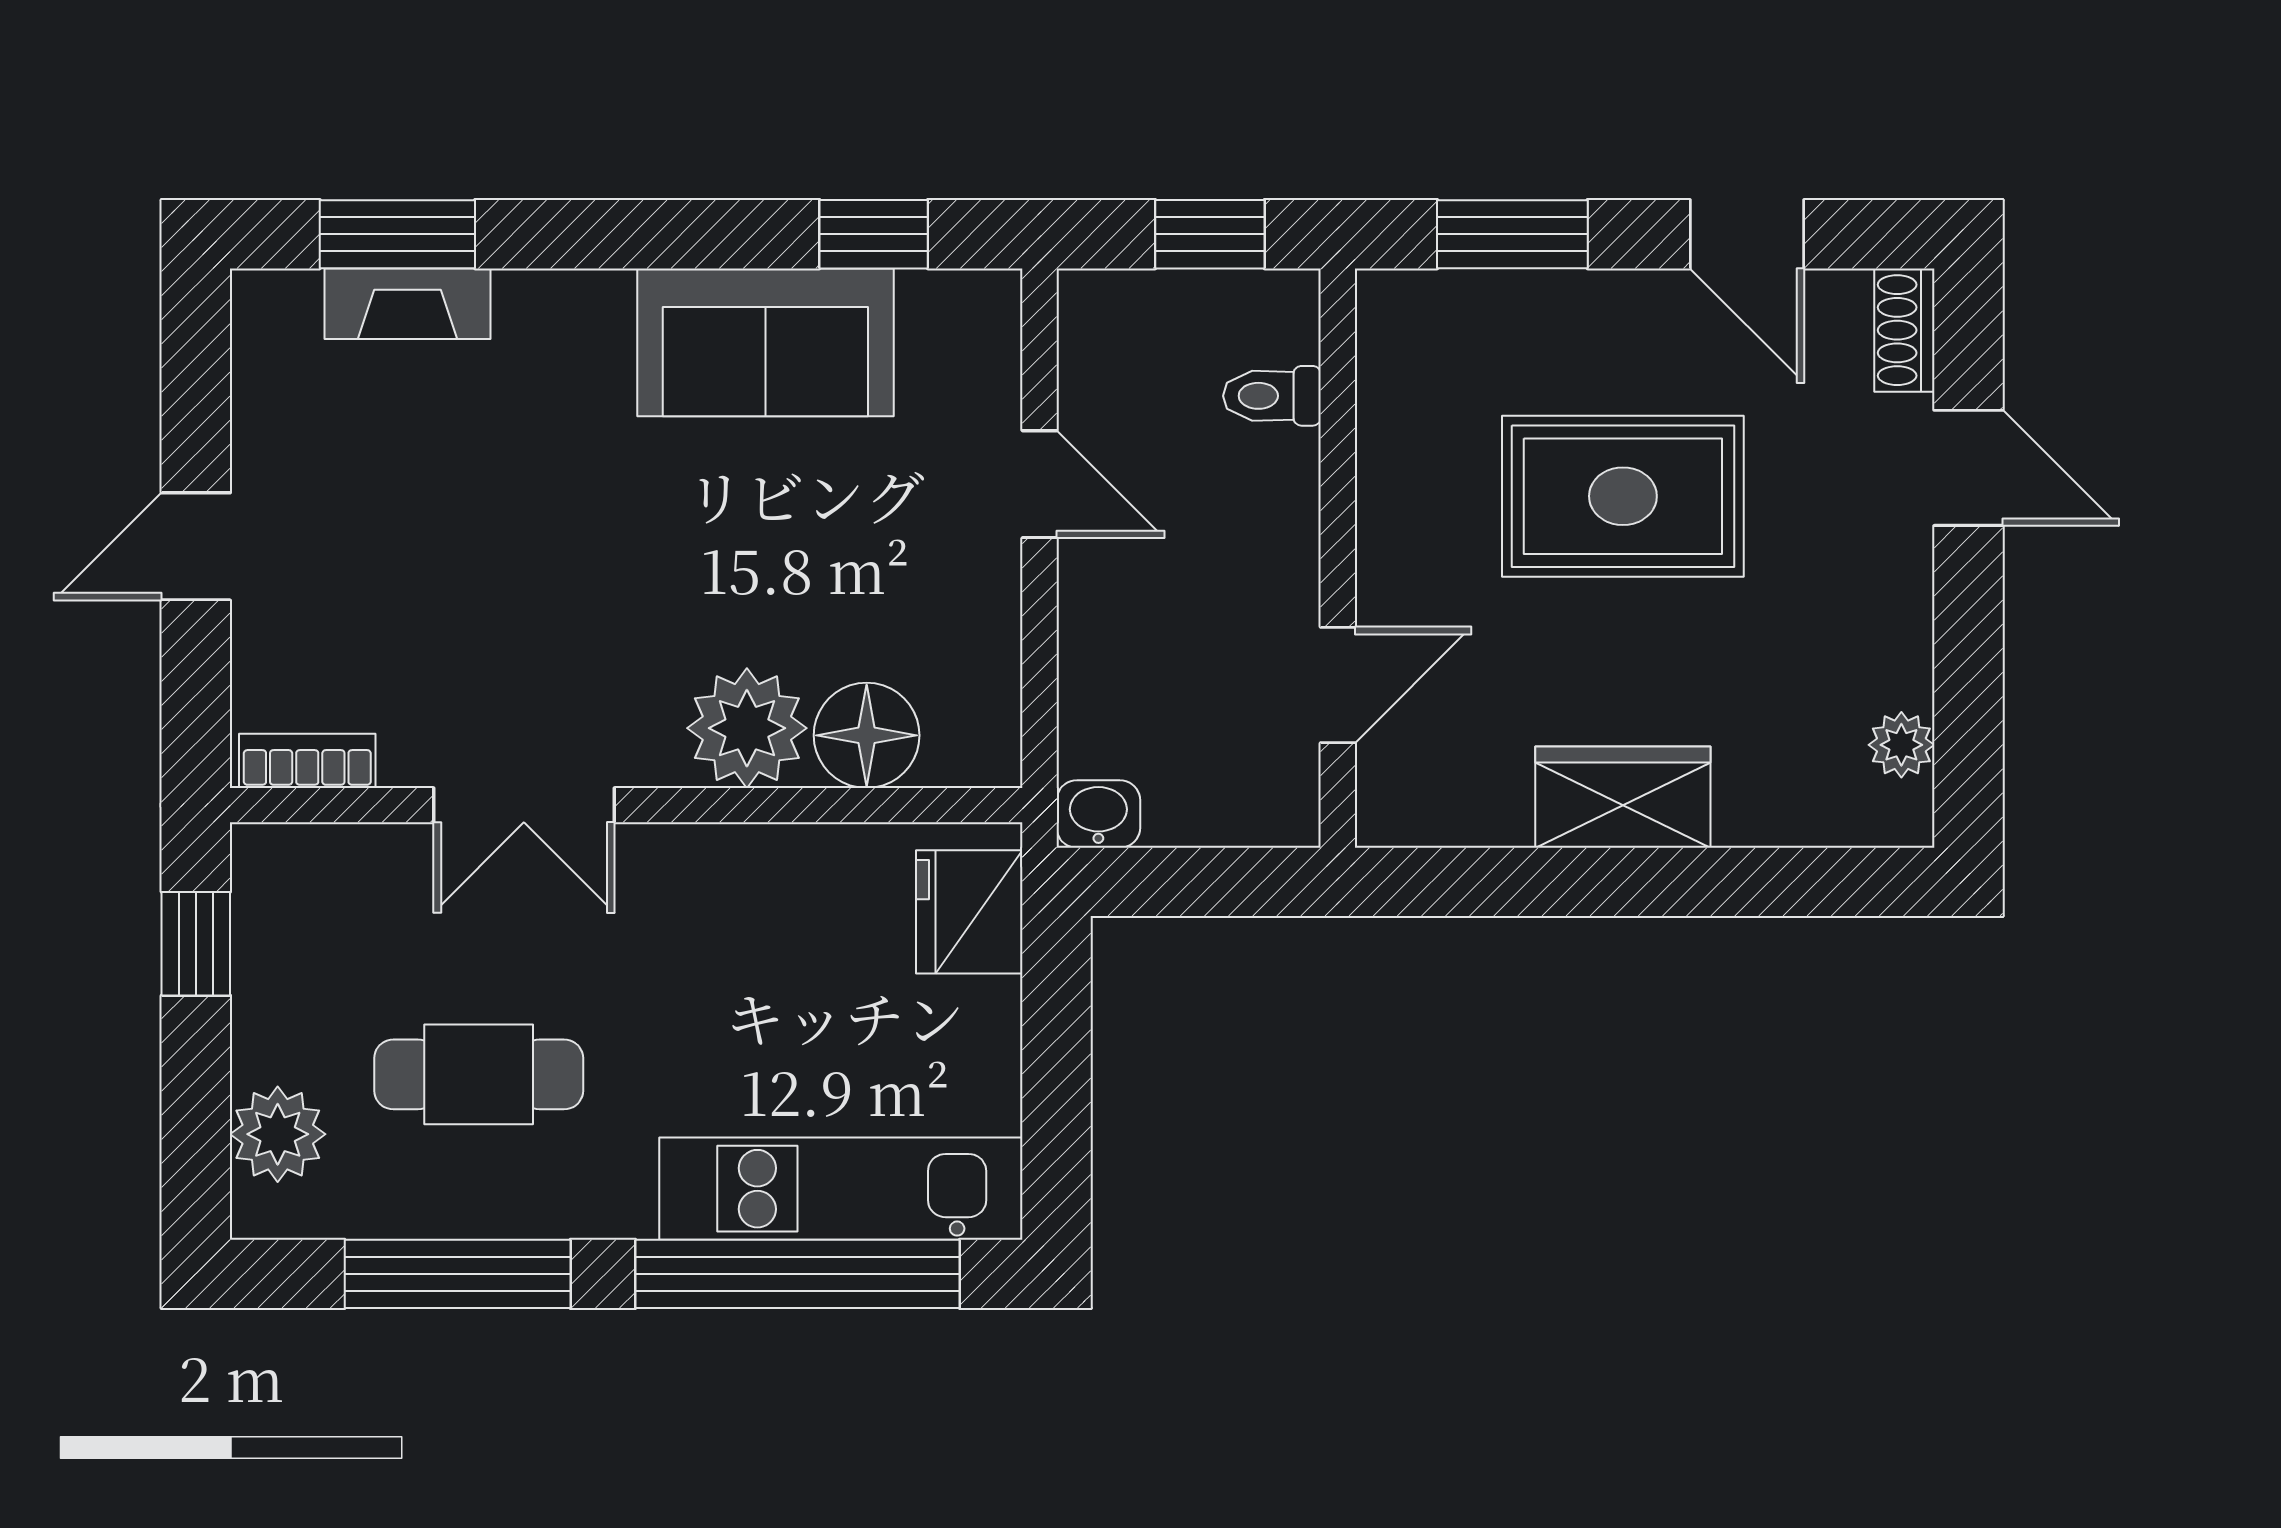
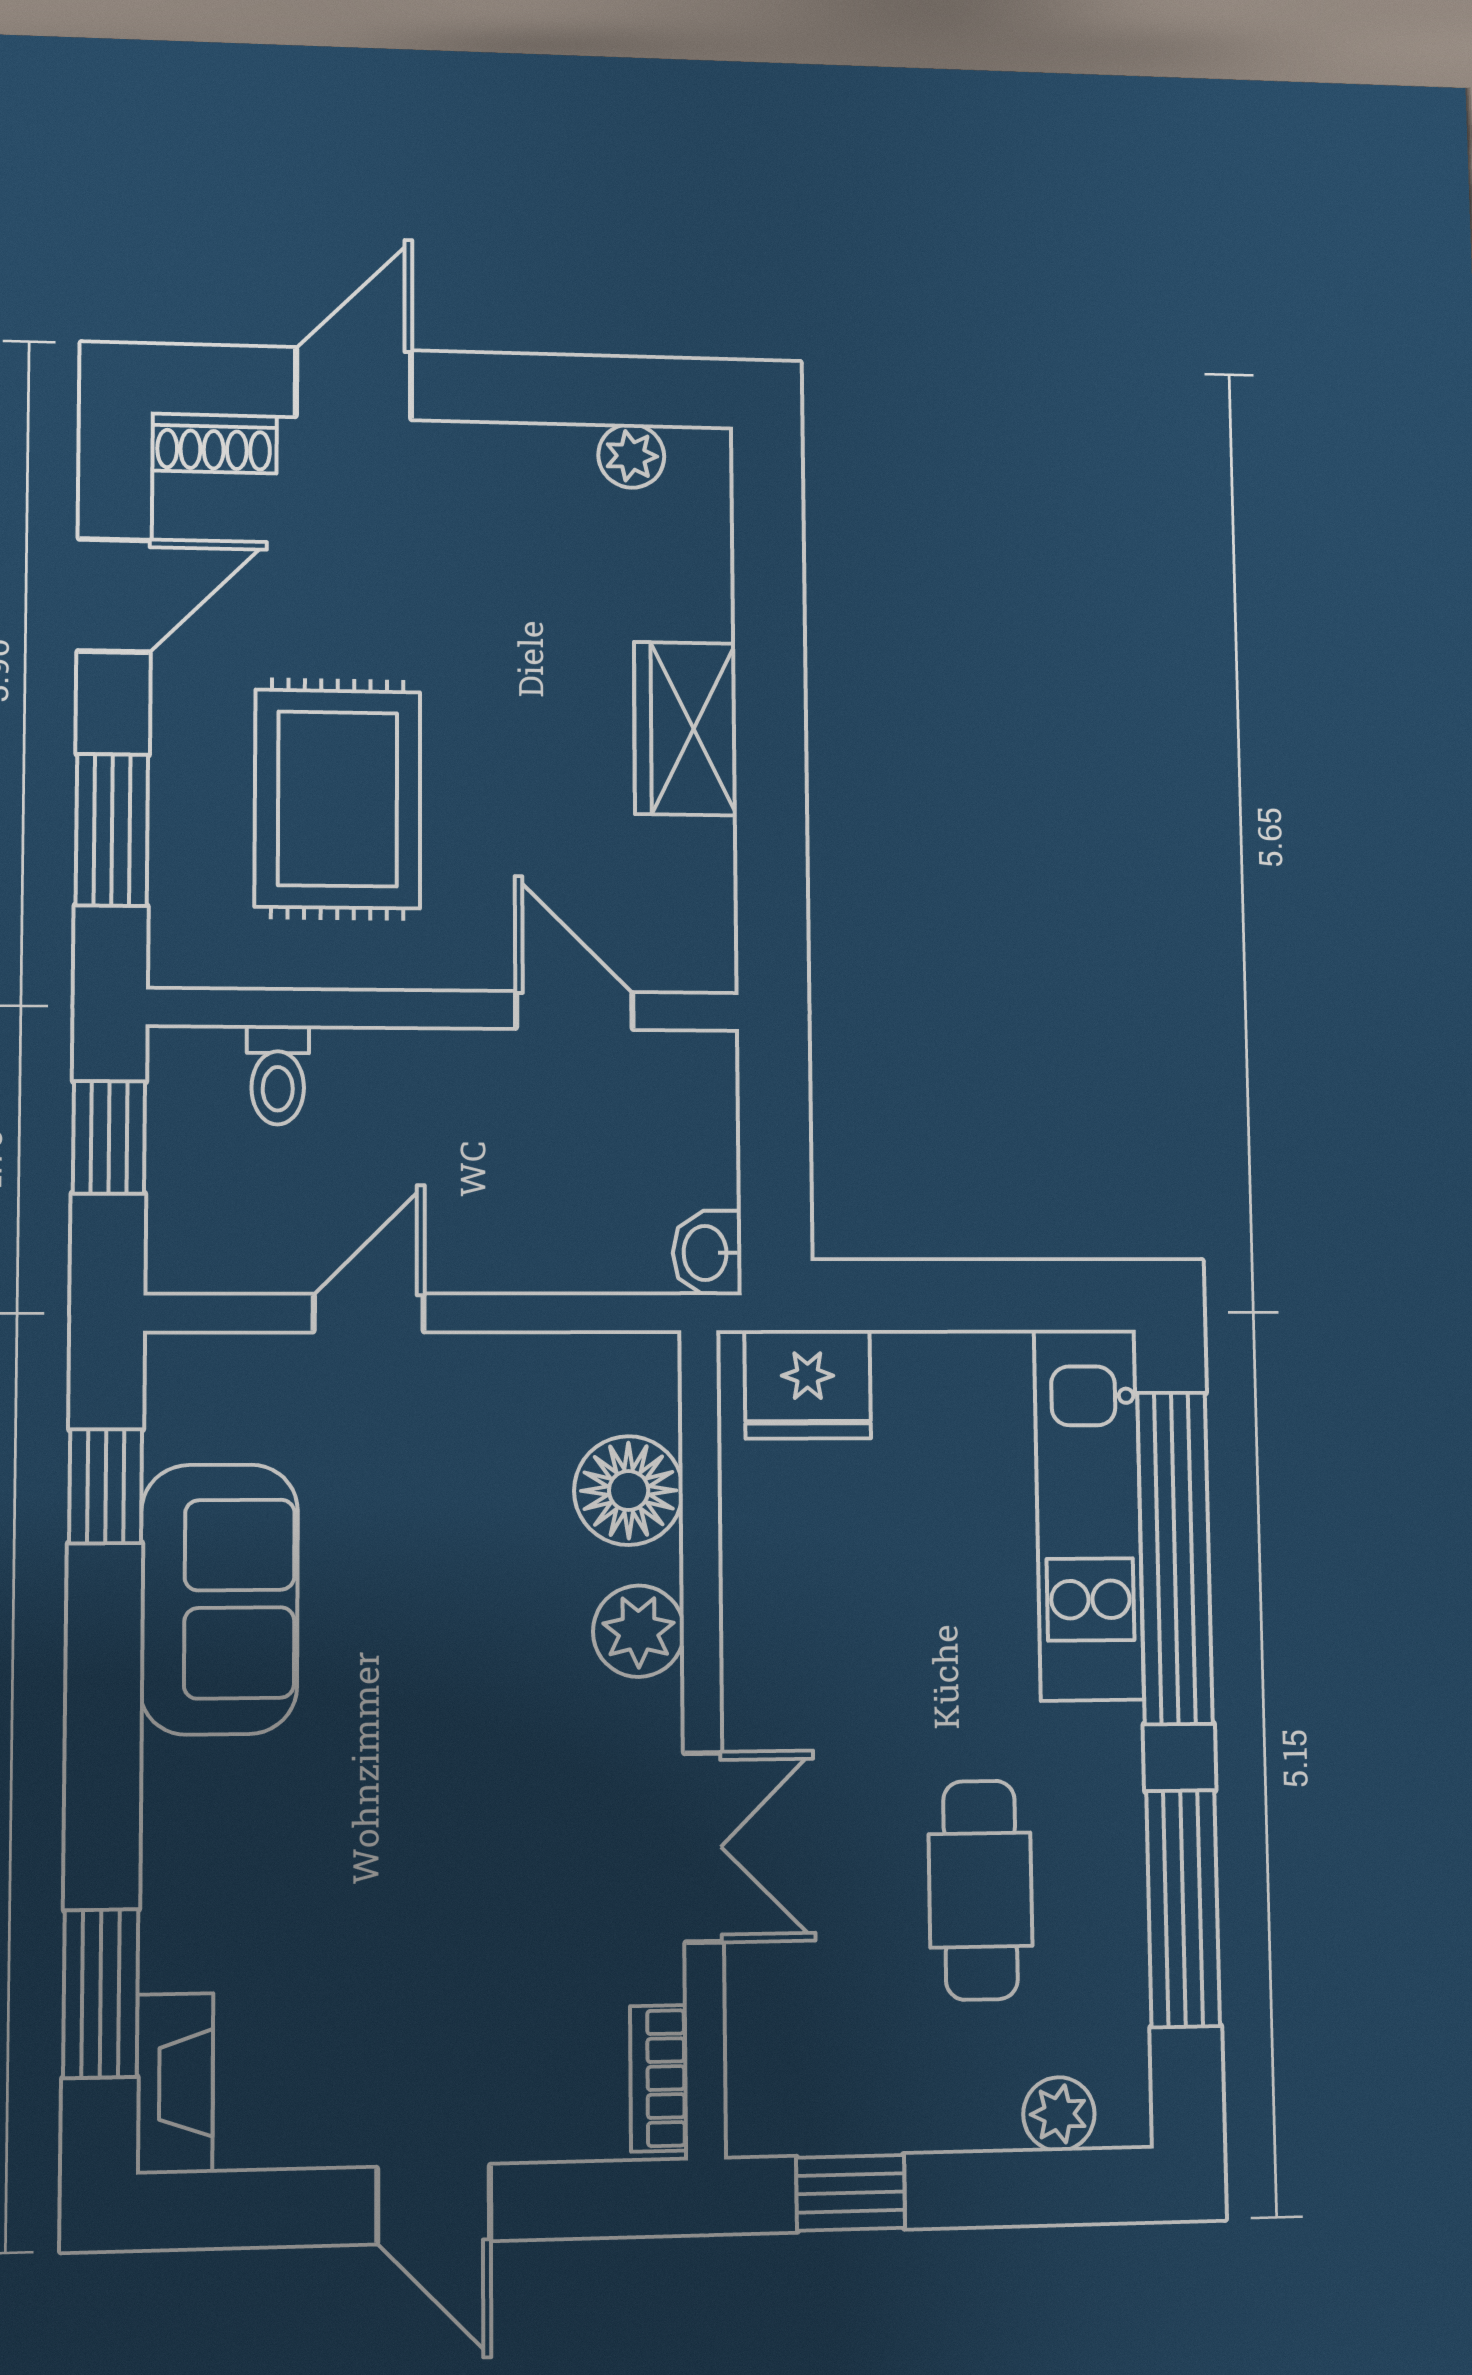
fireplace: (408, 304) -> (175, 2084), moved
rug: (1623, 496) -> (338, 799), moved
plant: (747, 728) -> (639, 1631), width x0.73, depth x0.73
plant: (278, 1134) -> (1059, 2114), width x0.73, depth x0.73

